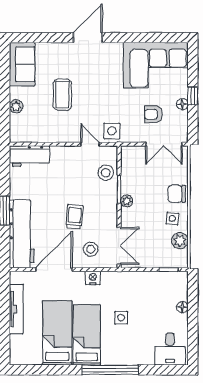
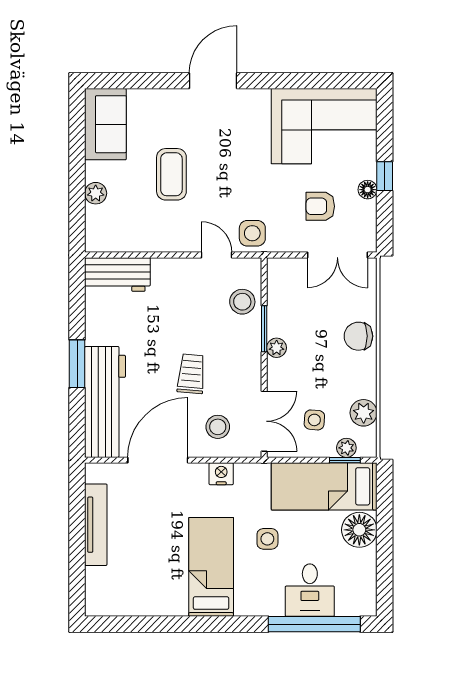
side table: (172, 219) -> (314, 420), moved
plant: (169, 262) -> (346, 448), added
floor lamp: (182, 307) -> (359, 530), width x1.89, depth x1.89
bed: (57, 333) -> (324, 486), moved, turned -90
desk: (170, 349) -> (310, 590), moved
window: (110, 370) -> (314, 624), moved

